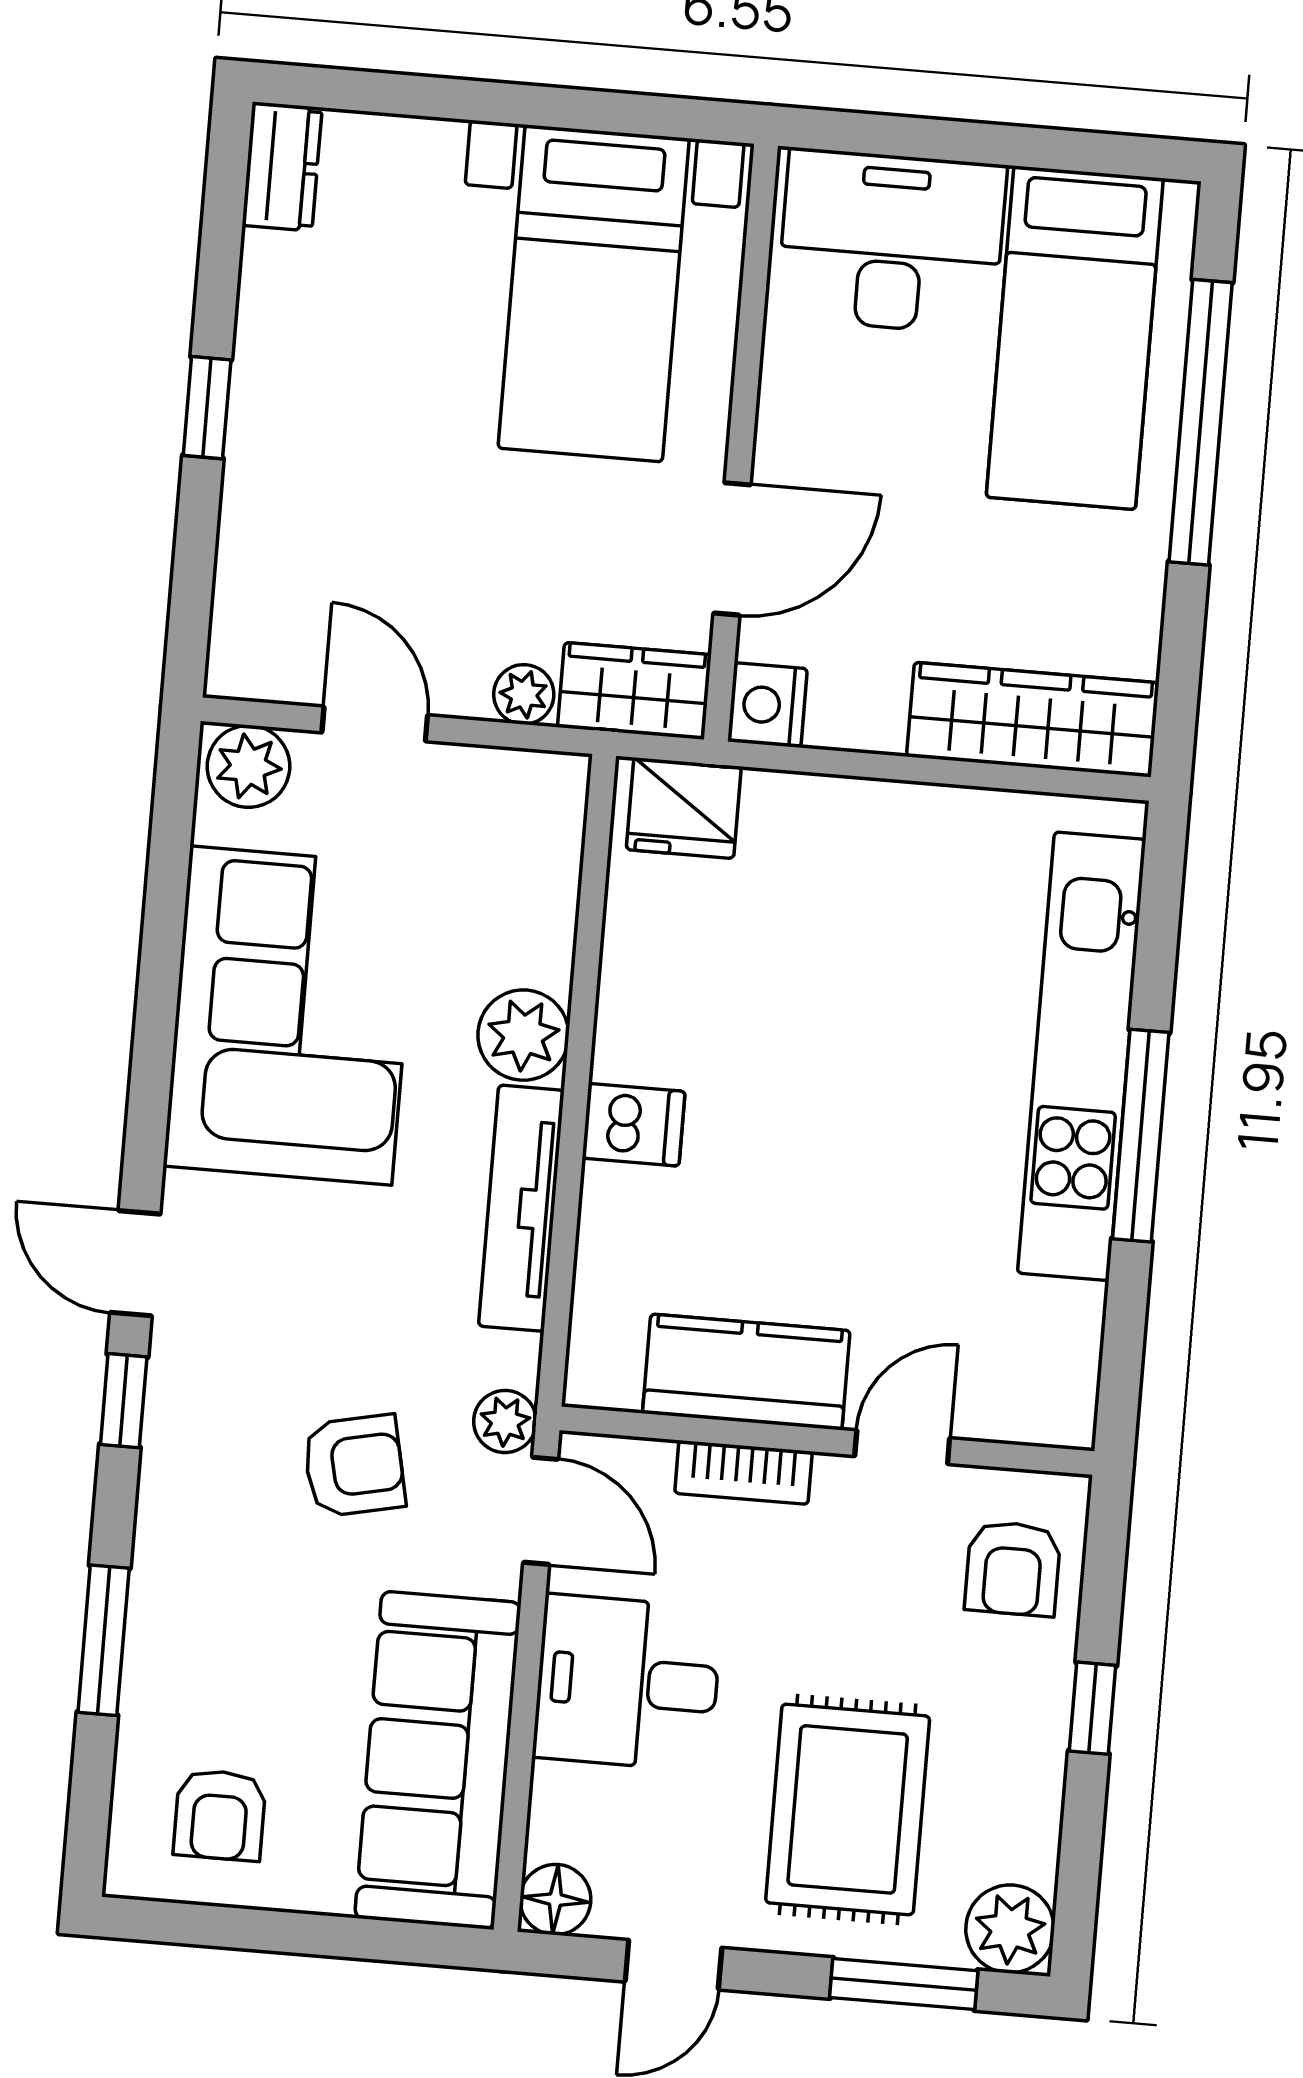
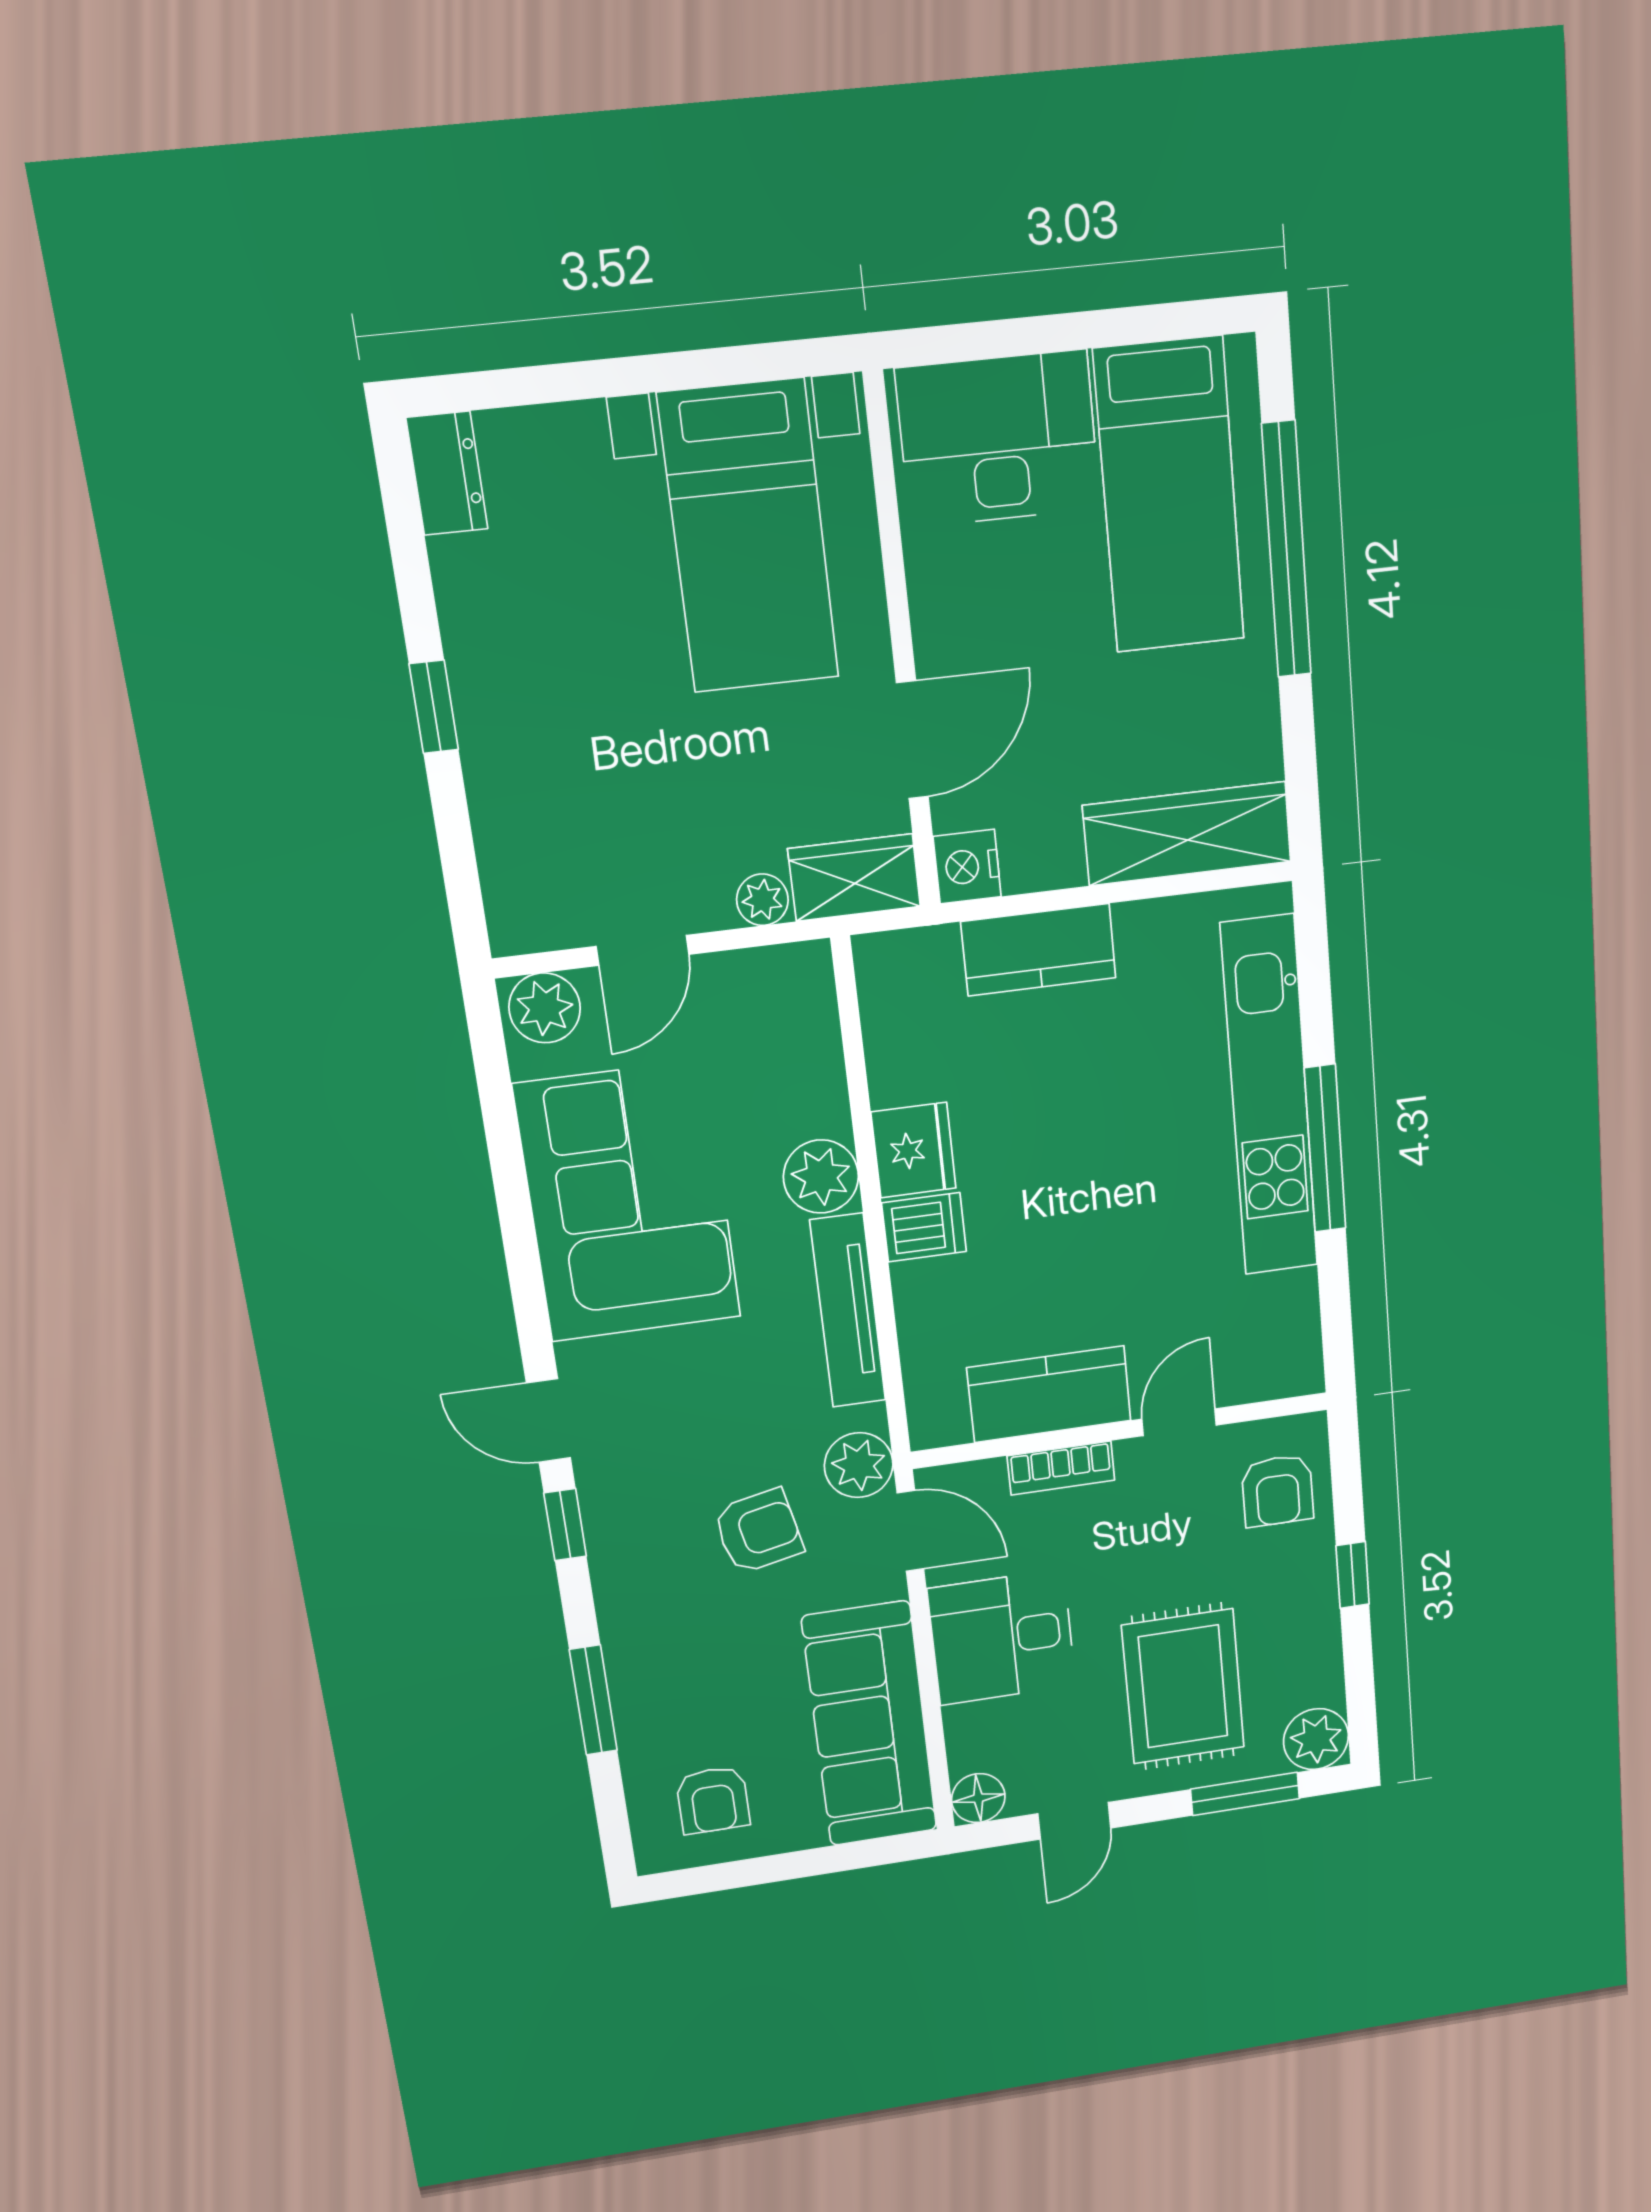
door: (375, 724) -> (643, 950), swing flipped
fridge: (684, 808) -> (914, 1150), moved, turned -90
kitchen counter: (833, 819) -> (1039, 950), added
plant: (505, 1421) -> (859, 1465), width x1.38, depth x1.38

